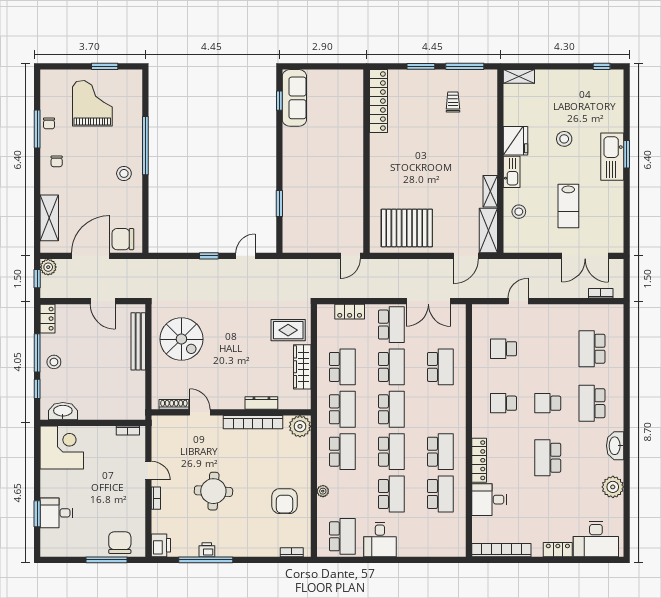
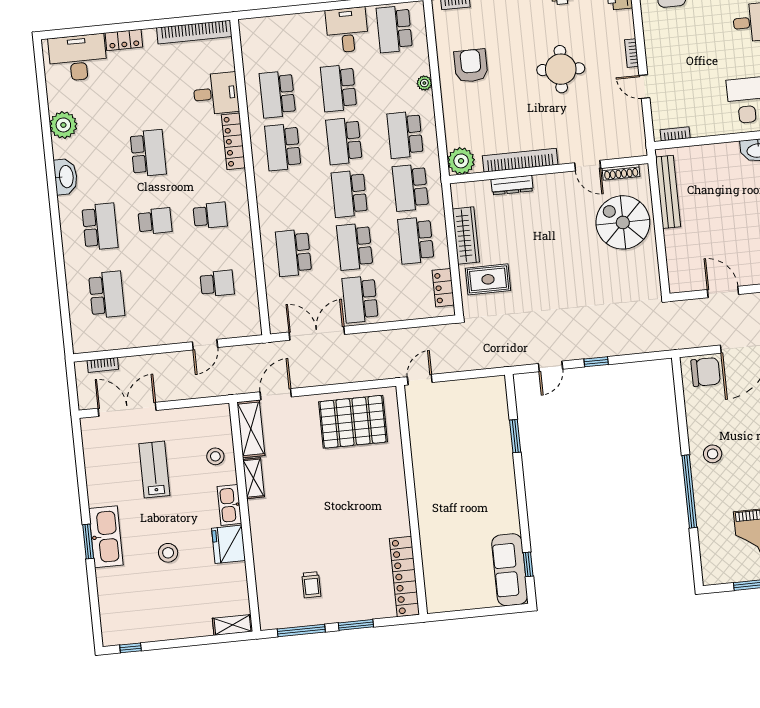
locker: (350, 312) -> (443, 288), moved, turned -90
spiral stairs: (181, 339) -> (623, 222), moved
bench: (138, 341) -> (668, 192), moved

